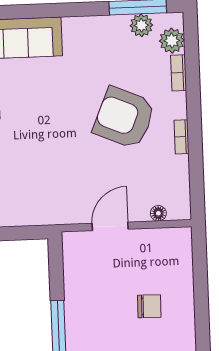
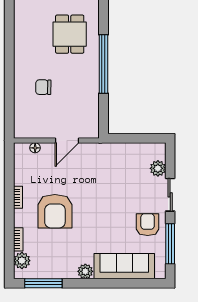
plant: (141, 25) -> (85, 271), moved
armchair: (124, 118) -> (55, 211), turned 67

